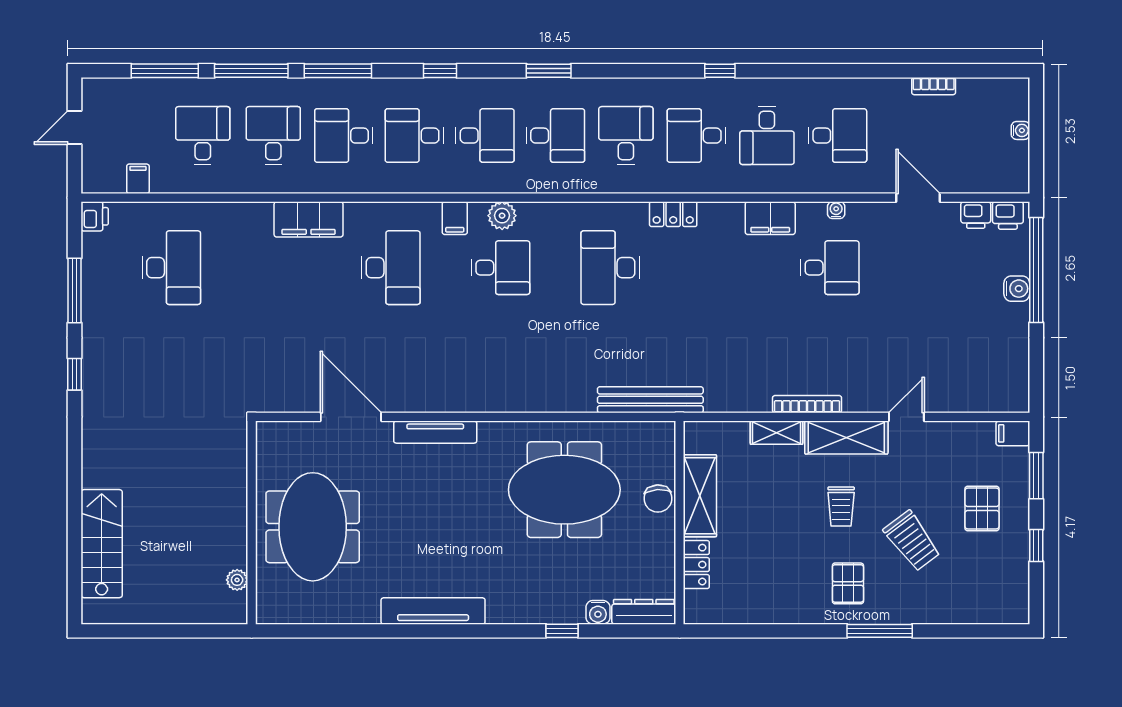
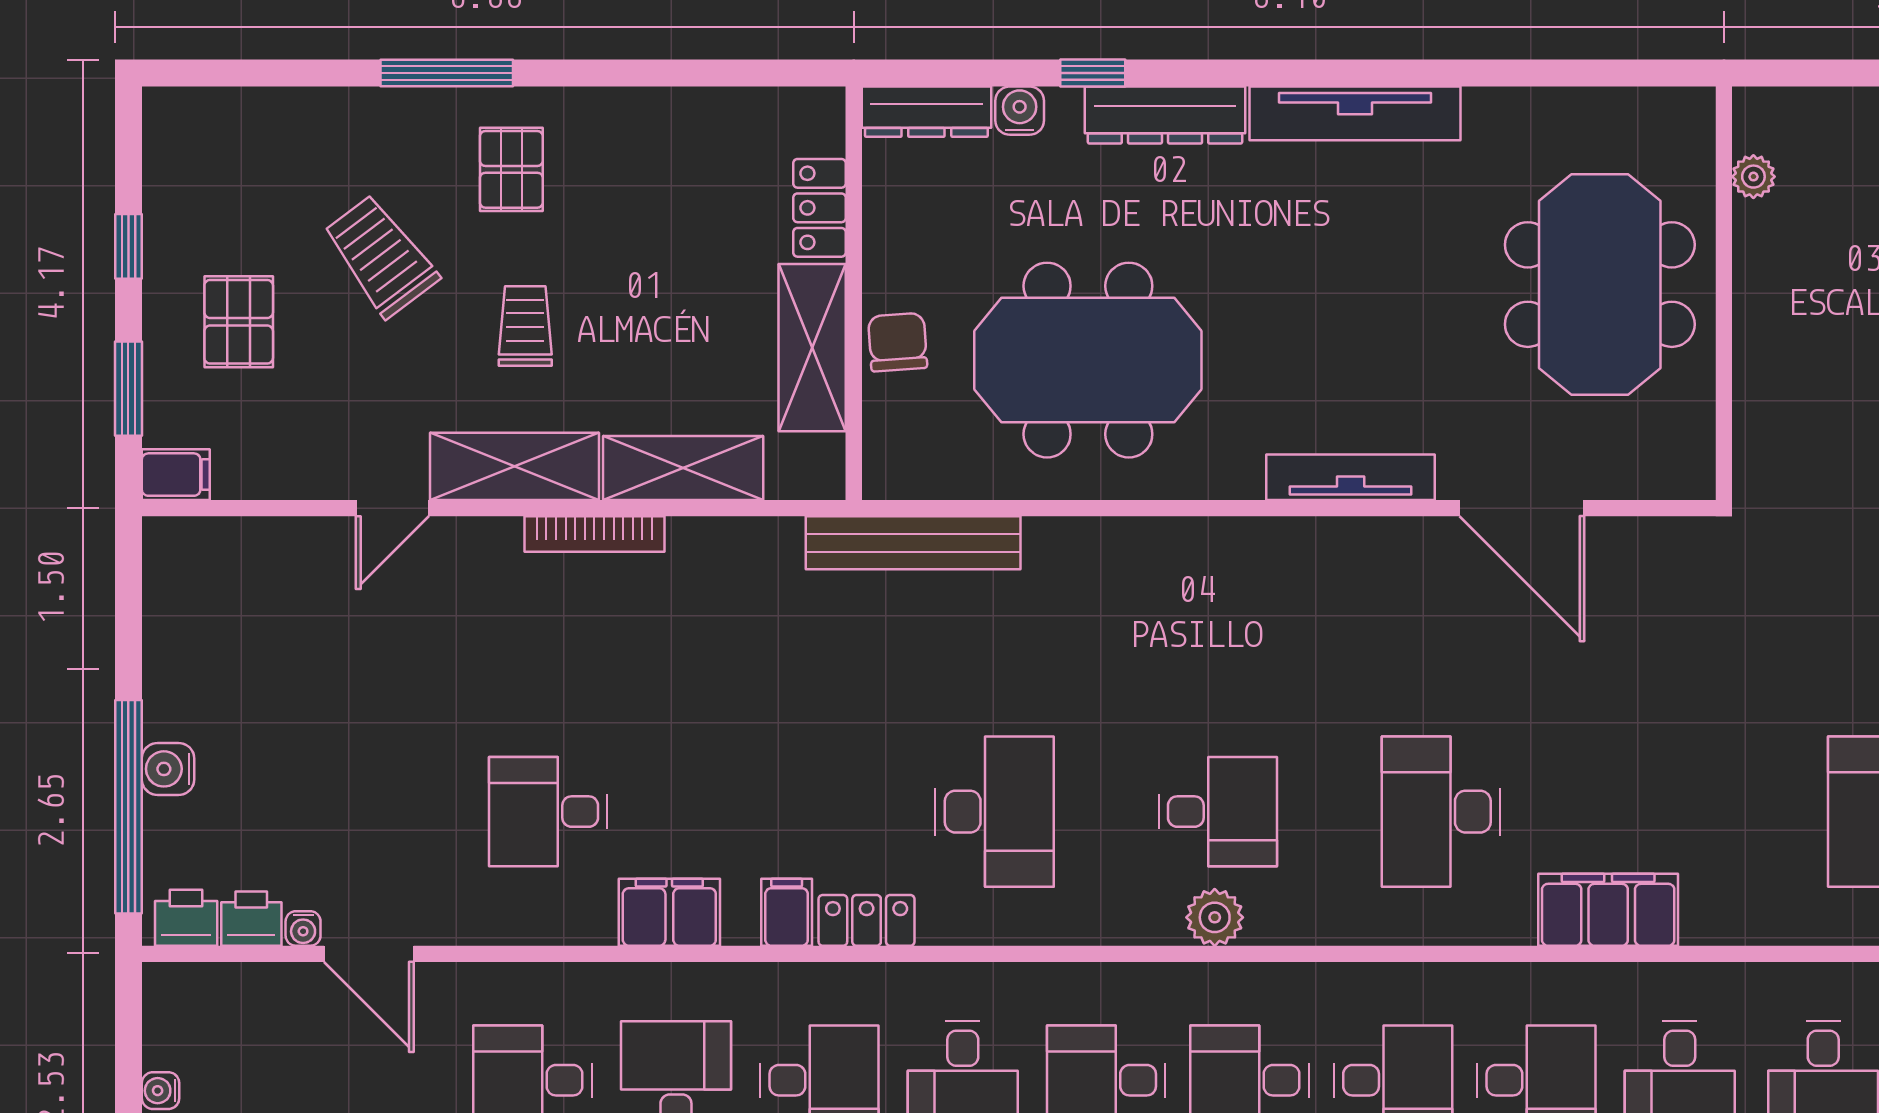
water cooler: (836, 210) -> (303, 928), moved
filing cabinet: (455, 218) -> (787, 912), moved
desk: (500, 268) -> (1218, 812), turned 180
shelving: (776, 433) -> (683, 468), width x1.50, depth x1.33
dresser: (526, 610) -> (1165, 115), added

